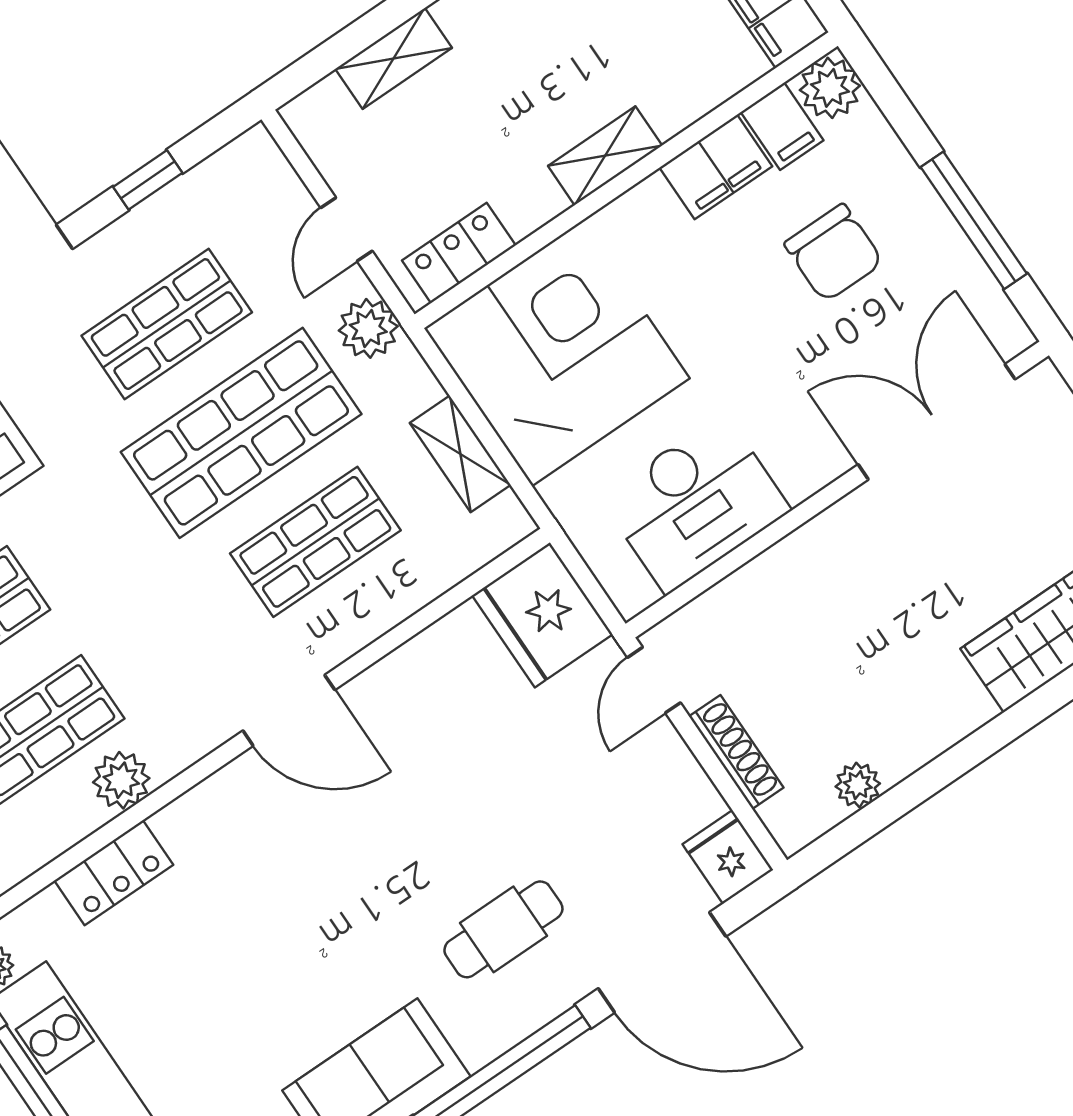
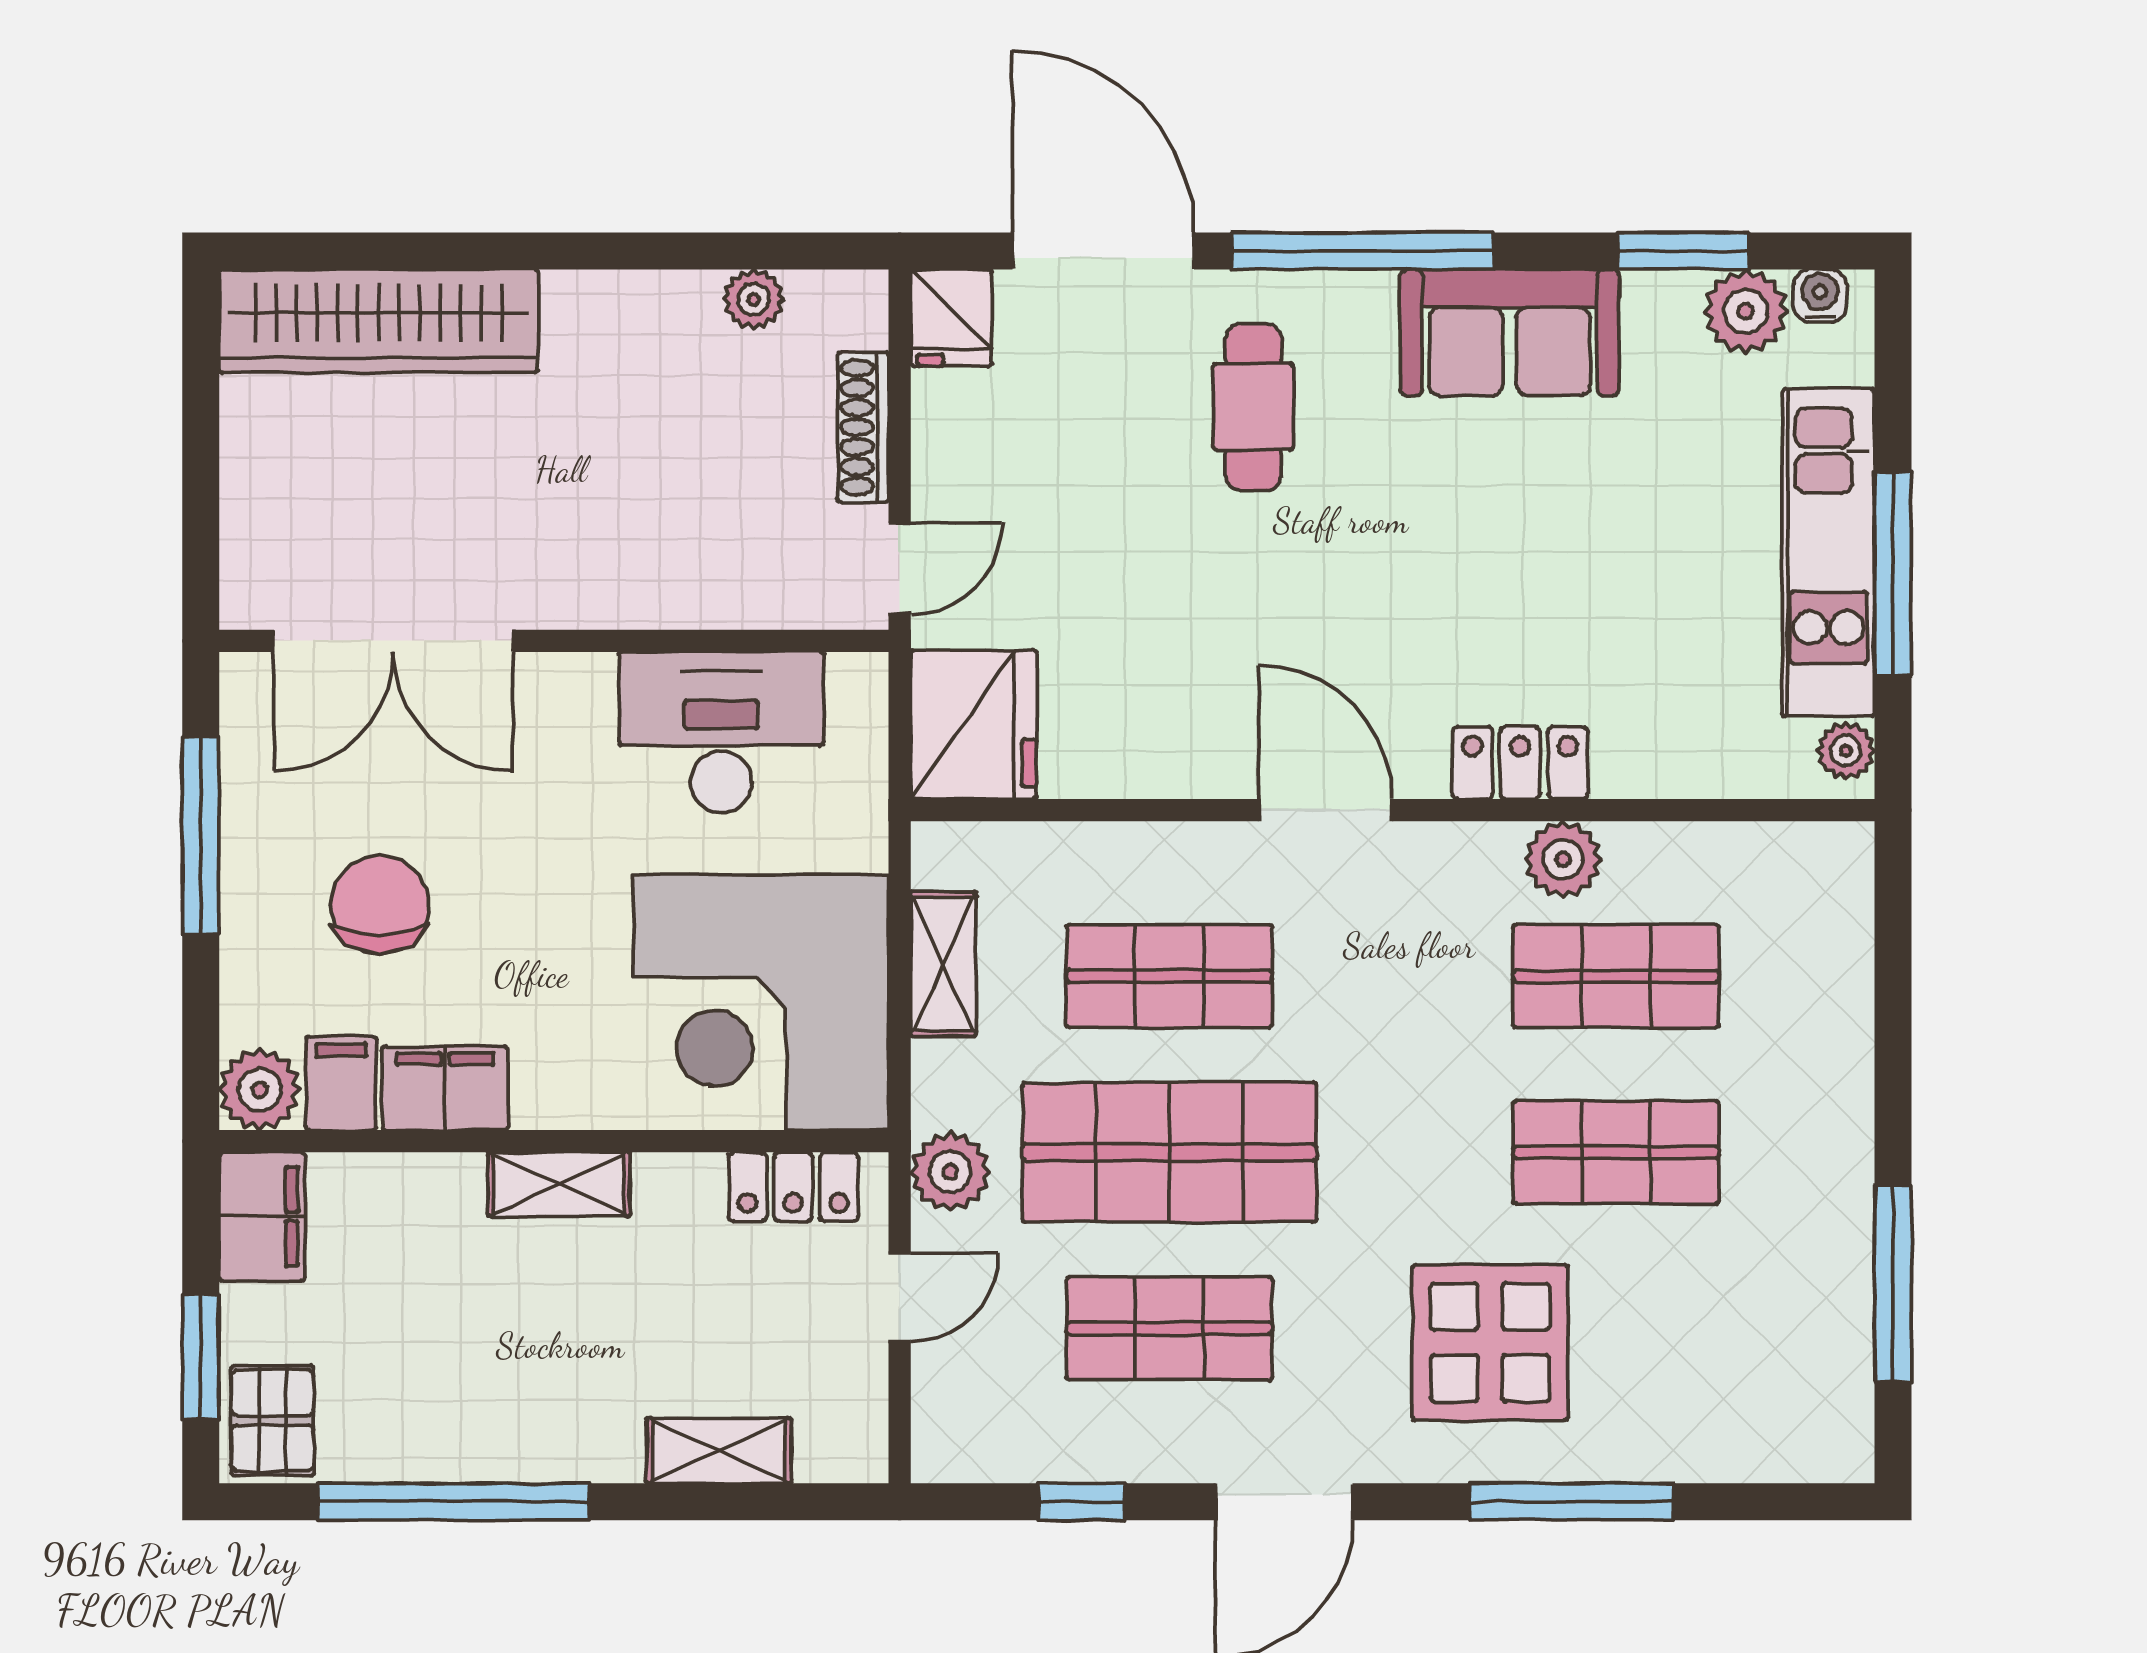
locker: (114, 873) -> (1520, 763), moved
cafe table: (503, 929) -> (1253, 407), turned 90

